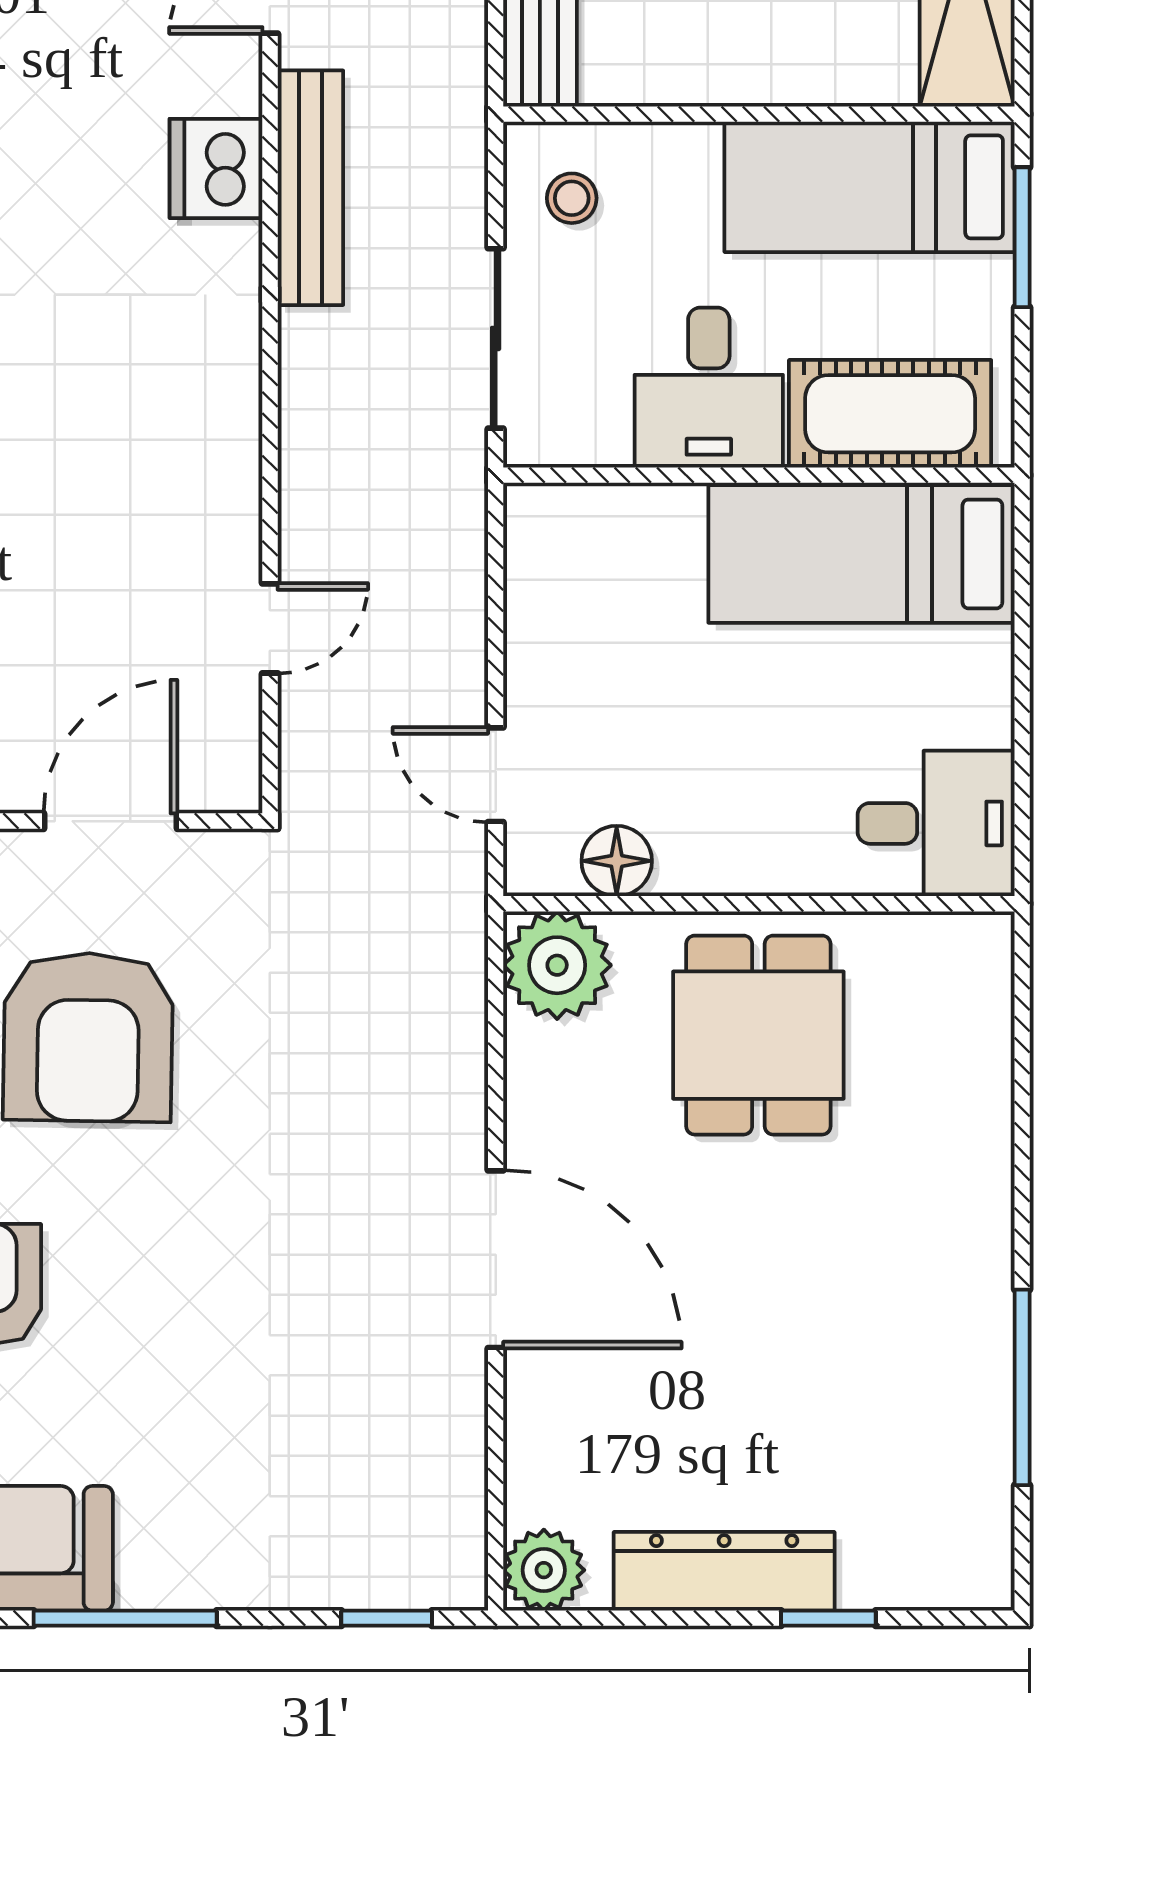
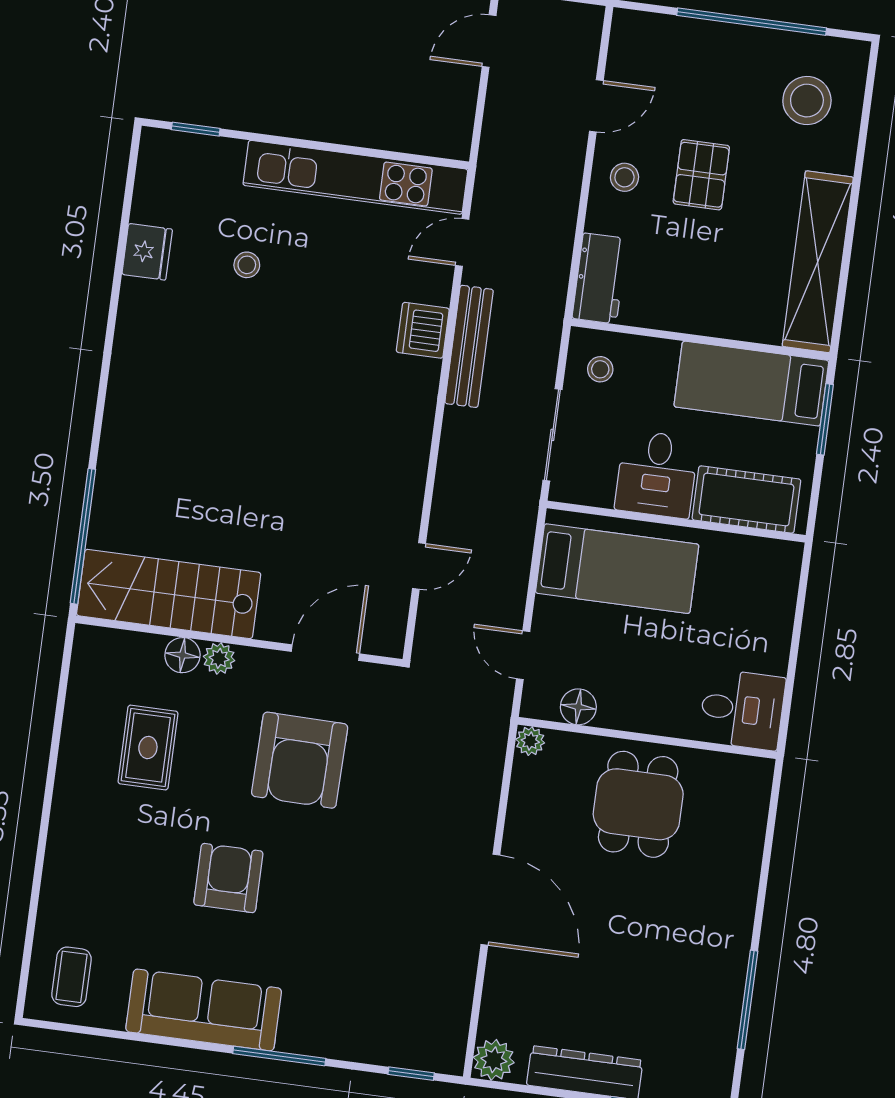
bed: (861, 554) -> (617, 569), moved, turned 180
plant: (557, 965) -> (530, 741), width x0.53, depth x0.53

